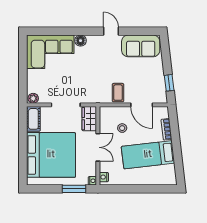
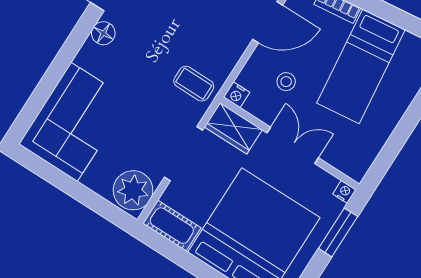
floor lamp: (81, 41) -> (103, 33), moved
coffee table: (118, 93) -> (194, 84), moved
plant: (33, 98) -> (133, 190), width x1.88, depth x1.88
nightstand: (104, 177) -> (237, 95), moved

